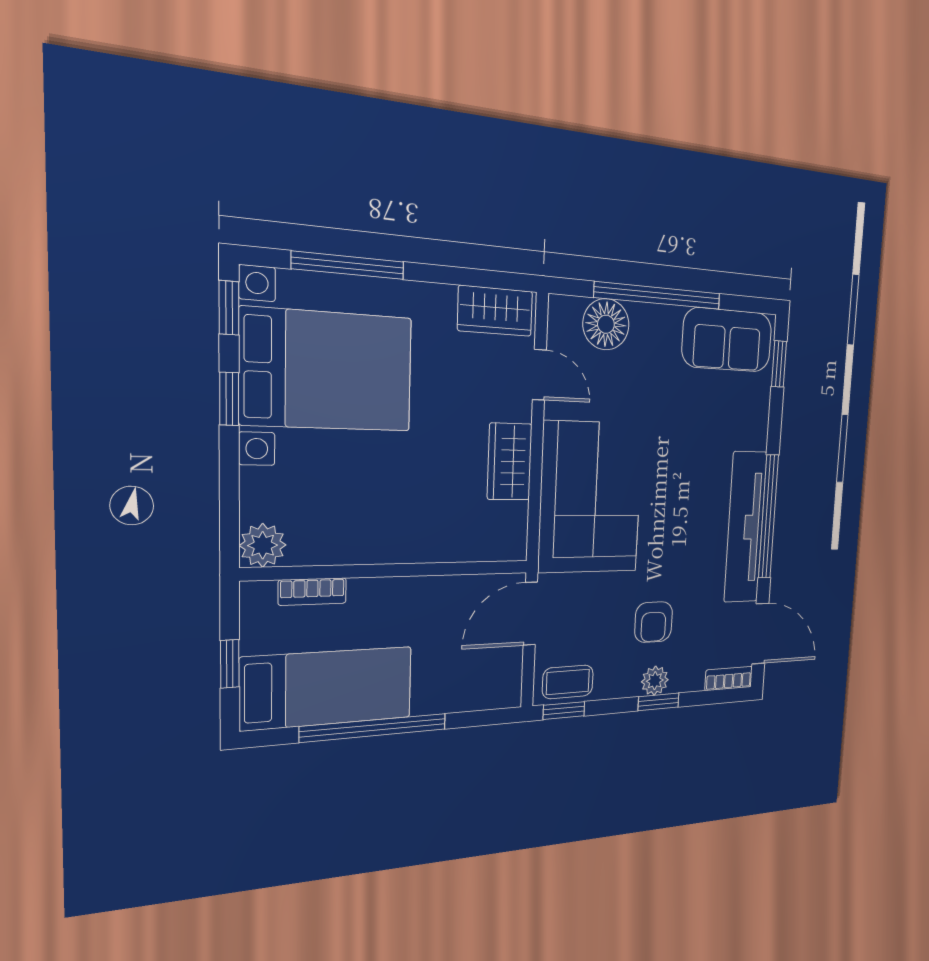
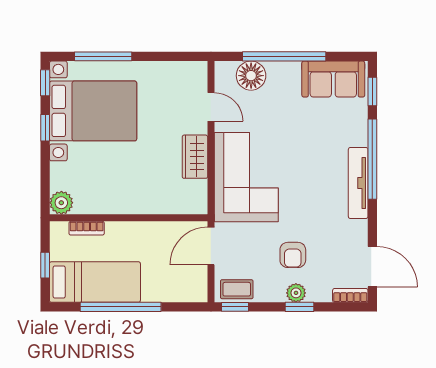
wardrobe: (495, 311) -> (184, 73), removed
window: (768, 517) -> (372, 159), moved
tv unit: (745, 527) -> (358, 183), width x0.73, depth x0.78

